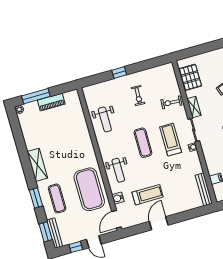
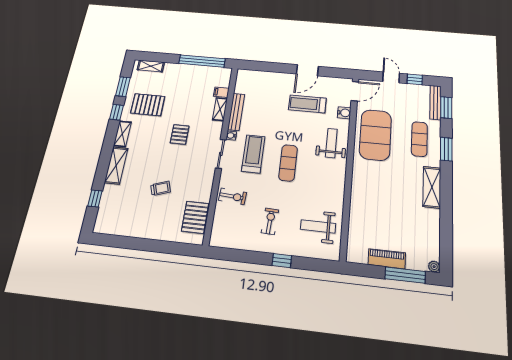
shelving: (194, 107) -> (220, 109), moved
weight bench: (105, 119) -> (318, 226), moved, turned -90
treadmill: (171, 140) -> (253, 154), turned 180
bench: (204, 189) -> (236, 112), moved

